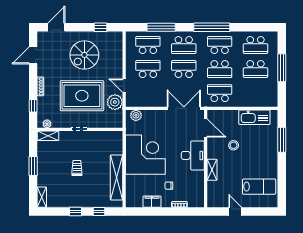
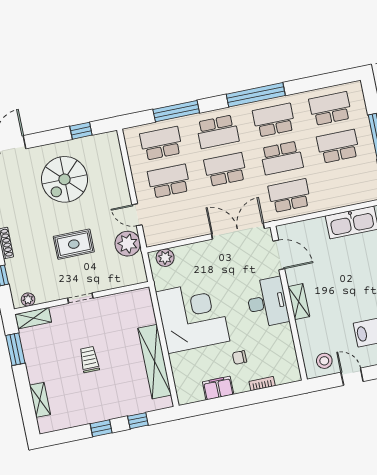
school desk: (256, 45) -> (330, 109), turned 180
school desk: (256, 69) -> (338, 146), turned 180
rug: (82, 96) -> (74, 244), width x0.54, depth x0.49
stool: (234, 145) -> (324, 361), moved
window: (33, 166) -> (15, 349), moved
shelving: (212, 170) -> (299, 302), moved
shelving: (42, 197) -> (40, 400), moved

